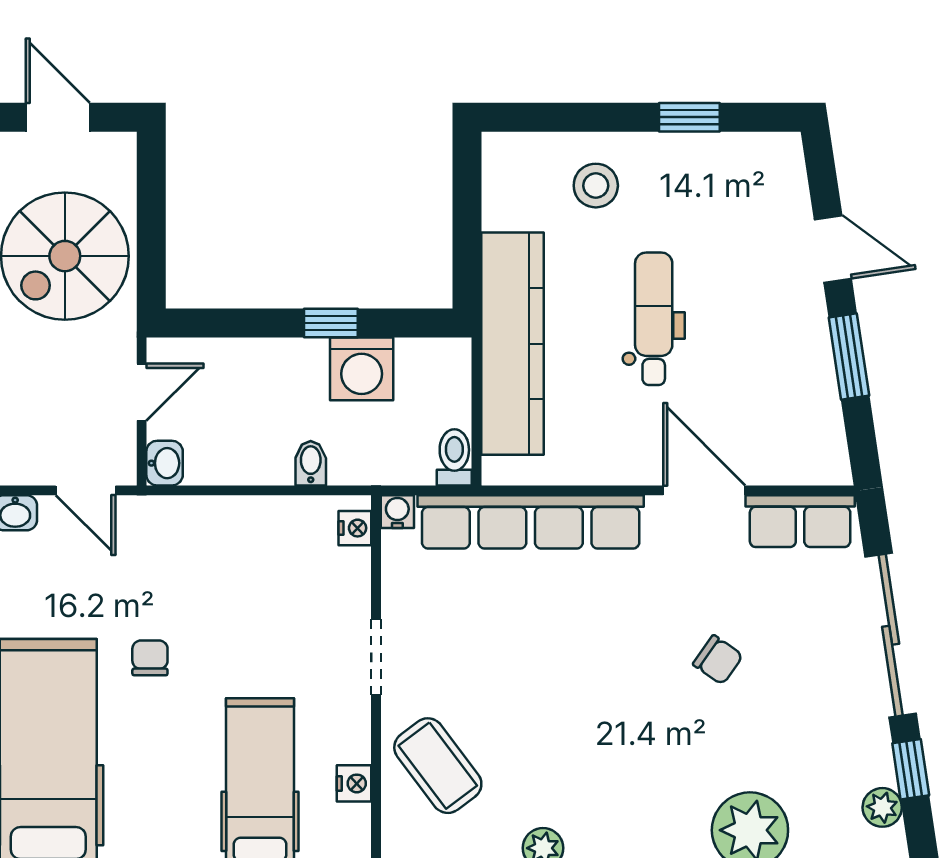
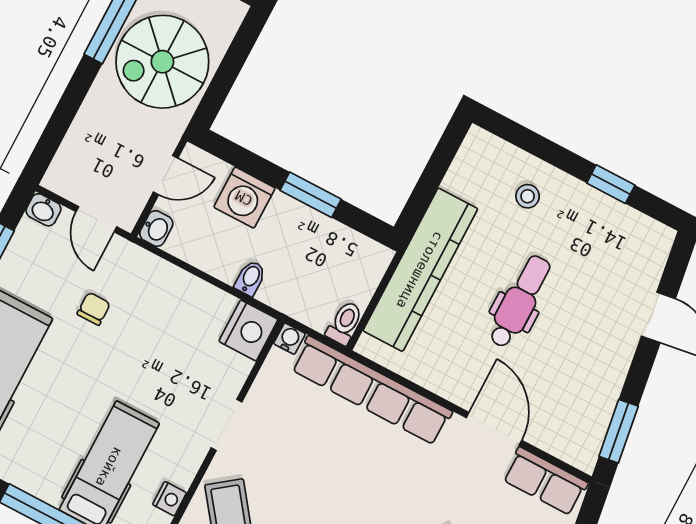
stool: (596, 186) -> (528, 196), width x0.73, depth x0.73
window: (331, 323) -> (311, 195), width x1.50
window: (849, 356) -> (619, 431), moved
washing machine: (362, 369) -> (244, 198), moved
nightstand: (355, 528) -> (248, 330), width x1.89, depth x1.79
chair: (150, 658) -> (94, 309), moved

